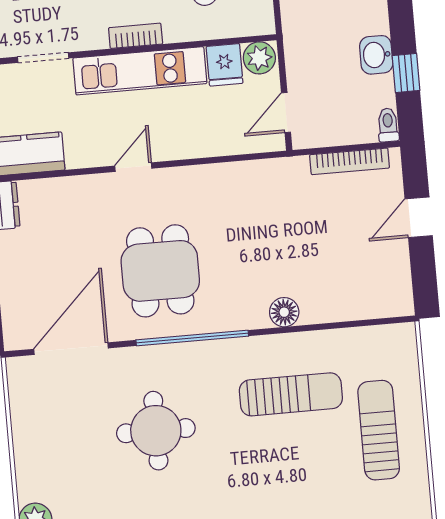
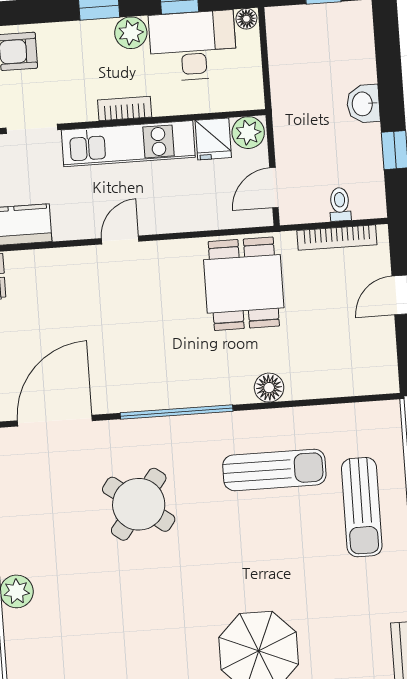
washbasin: (376, 55) -> (363, 104), moved
toilet: (388, 125) -> (340, 204), moved
dining table: (160, 271) -> (244, 284), moved
sun lounger: (379, 430) -> (362, 507), turned 180
round table: (156, 431) -> (139, 504), turned 37

